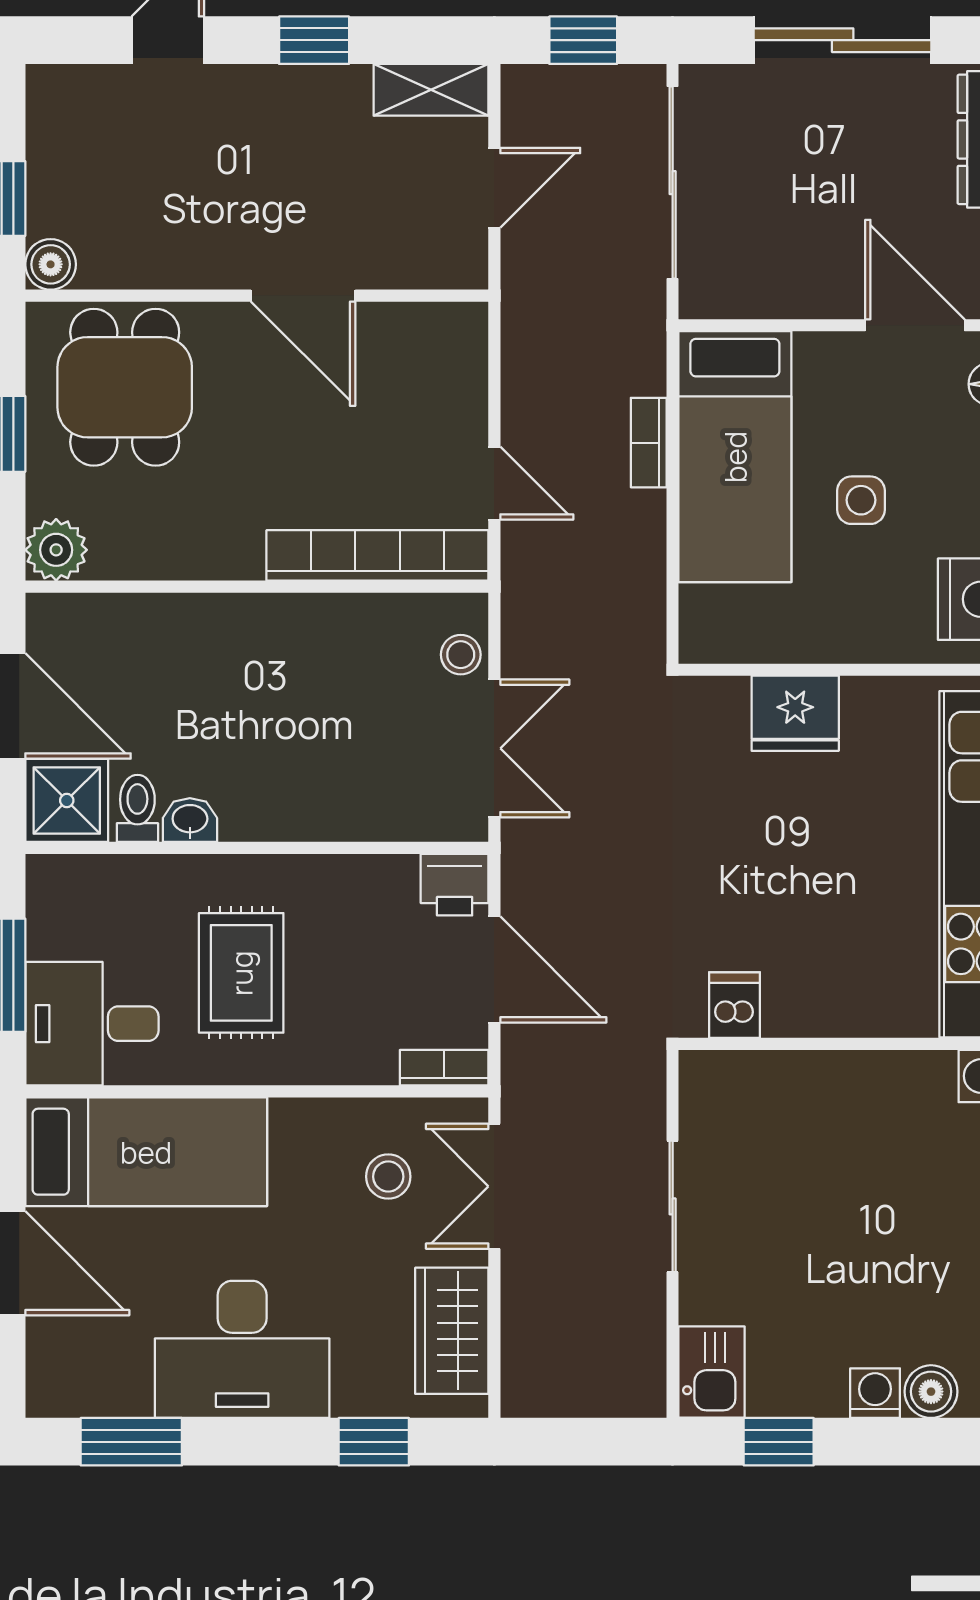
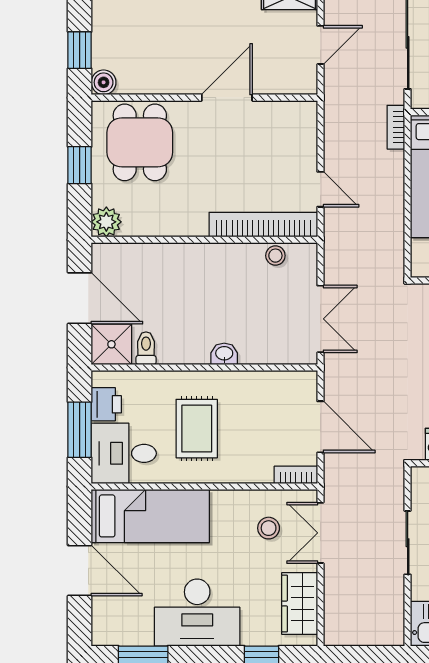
door: (303, 296) -> (227, 98), swing flipped
bookcase: (649, 443) -> (396, 127), moved
stool: (461, 655) -> (275, 256), moved
washbasin: (190, 820) -> (224, 354), moved
printer: (455, 885) -> (106, 404), moved, turned -90

